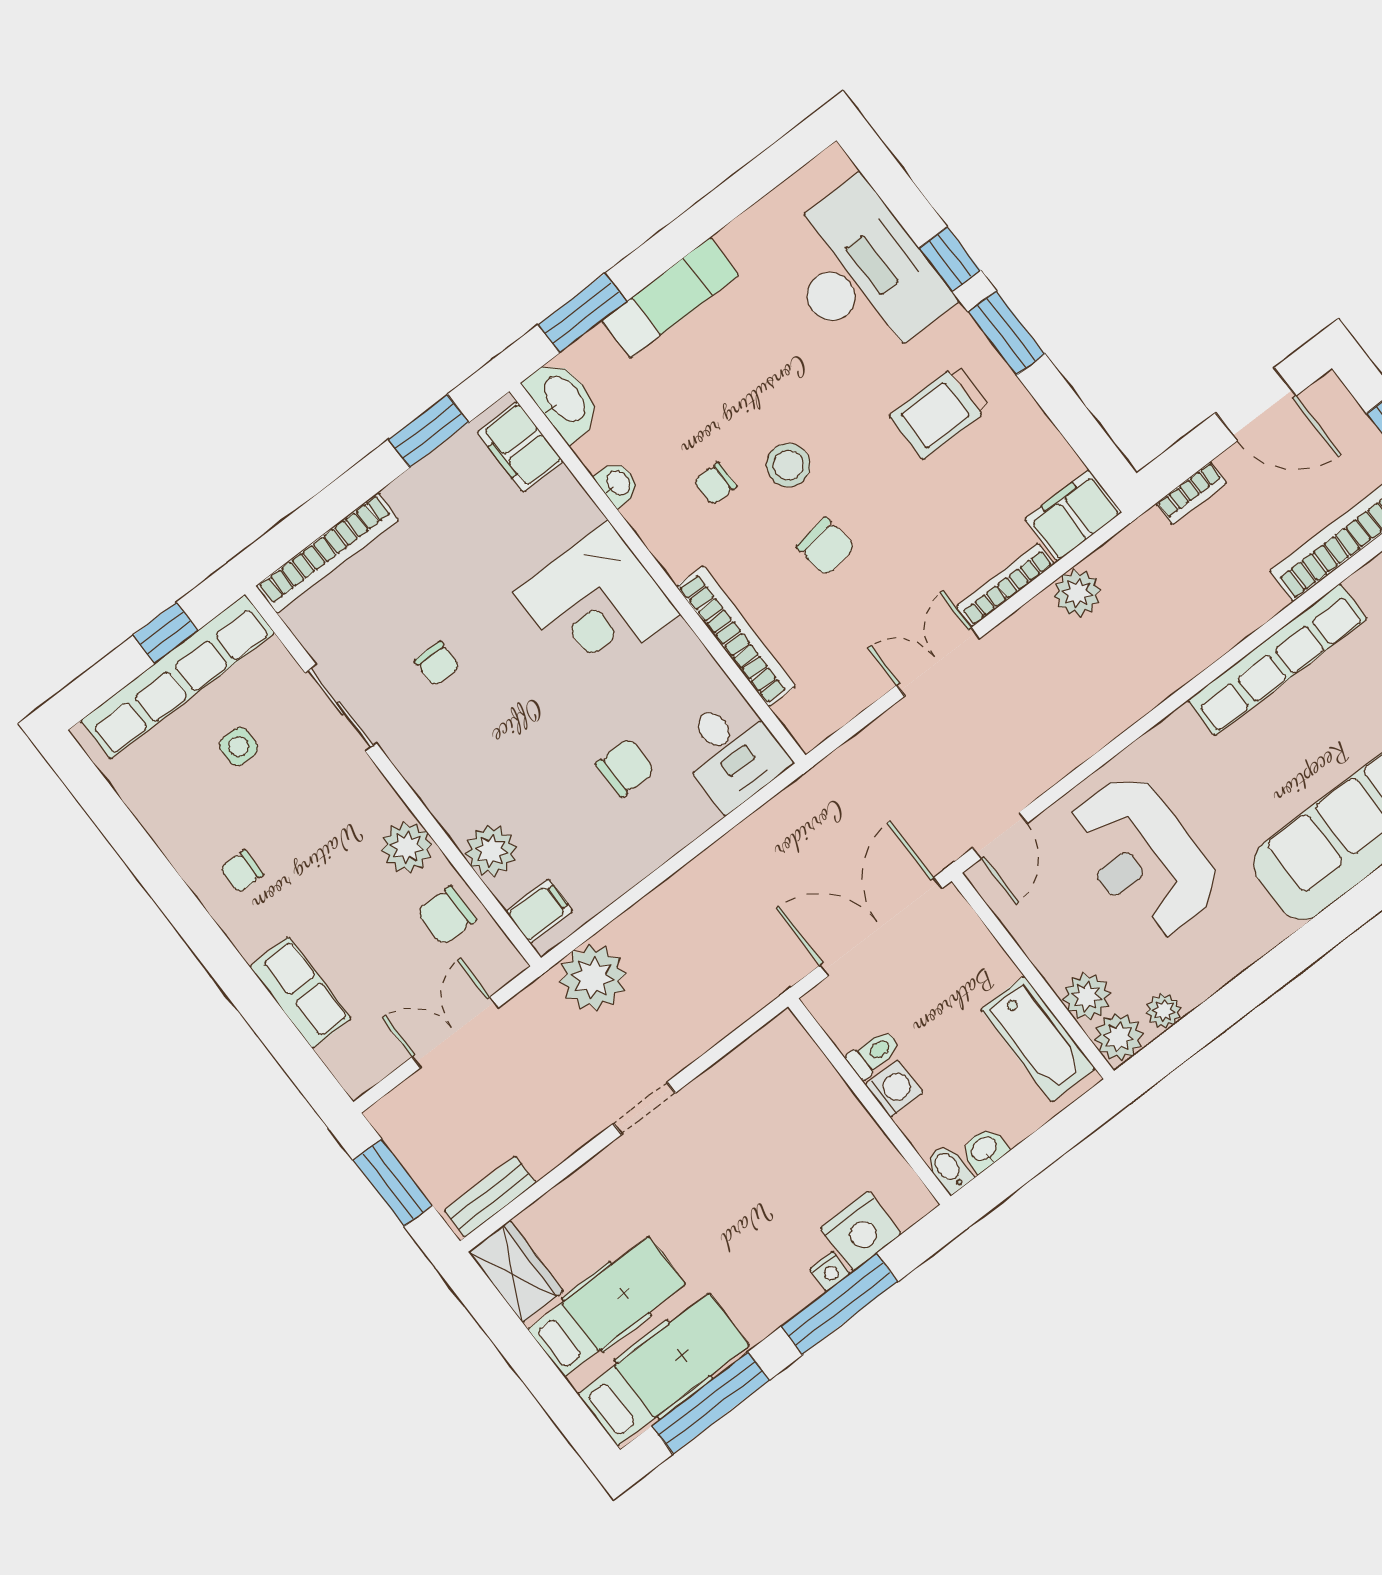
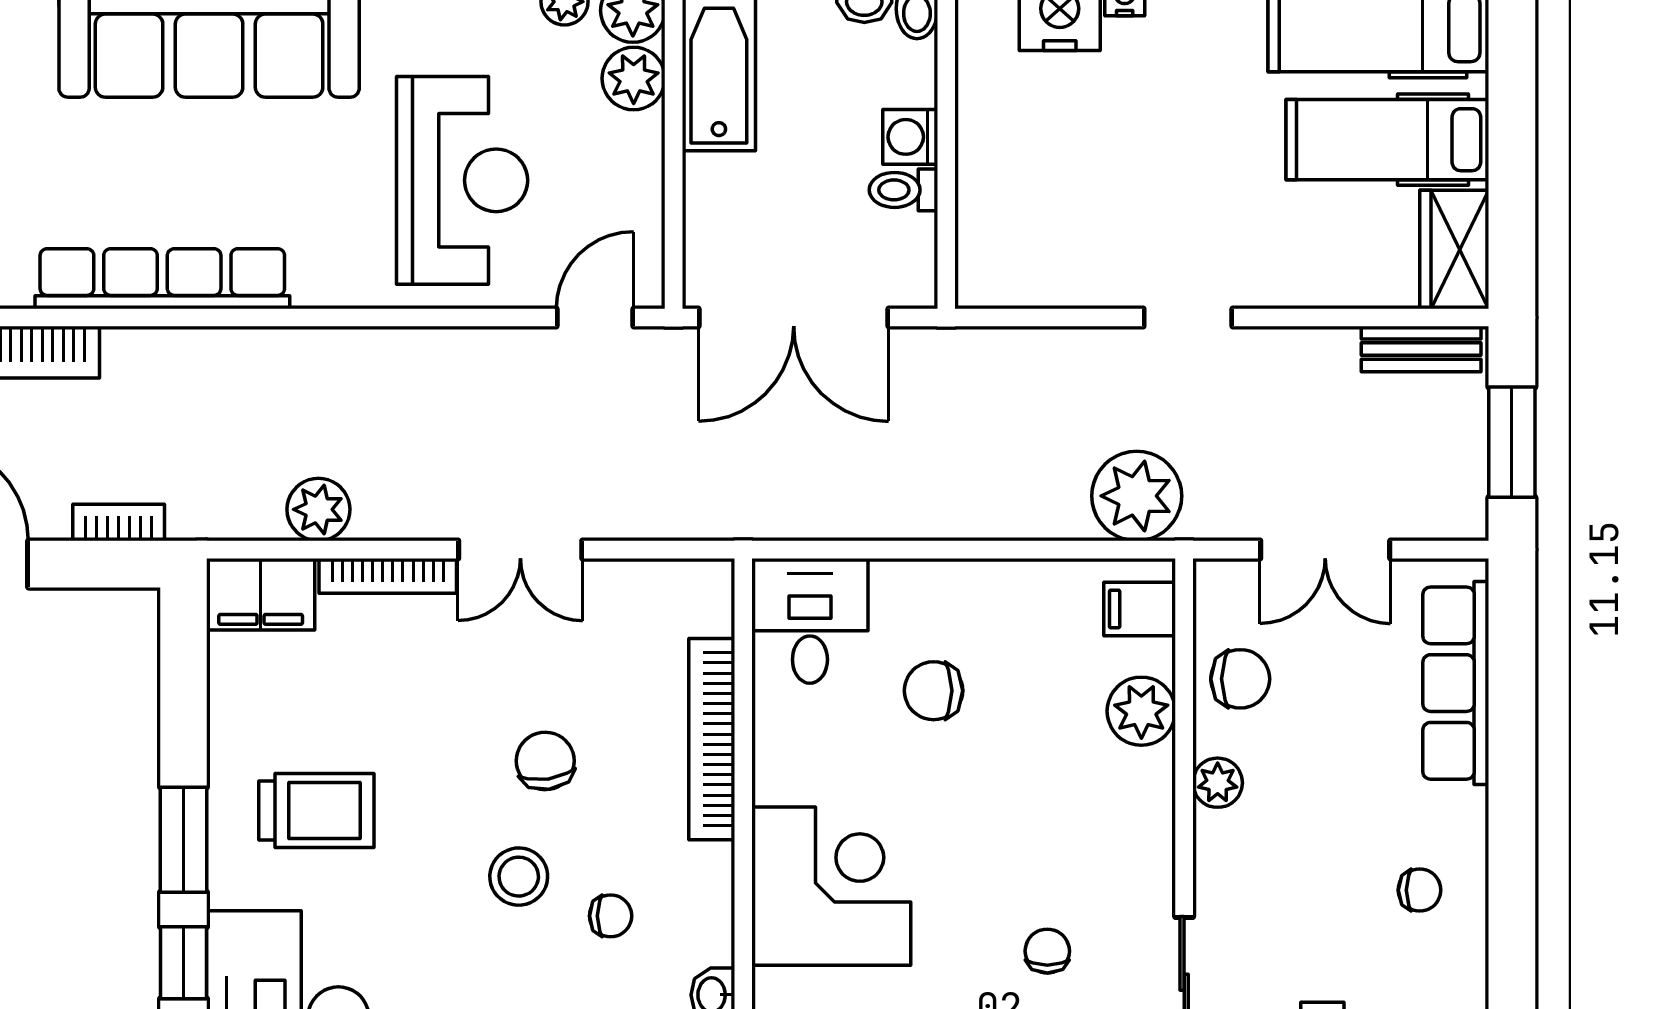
plant: (407, 847) -> (1218, 783), width x0.73, depth x0.73
row of seats: (300, 993) -> (1456, 683), width x1.48

